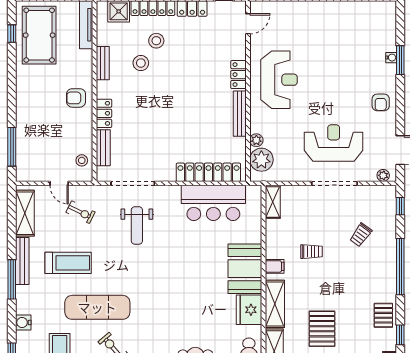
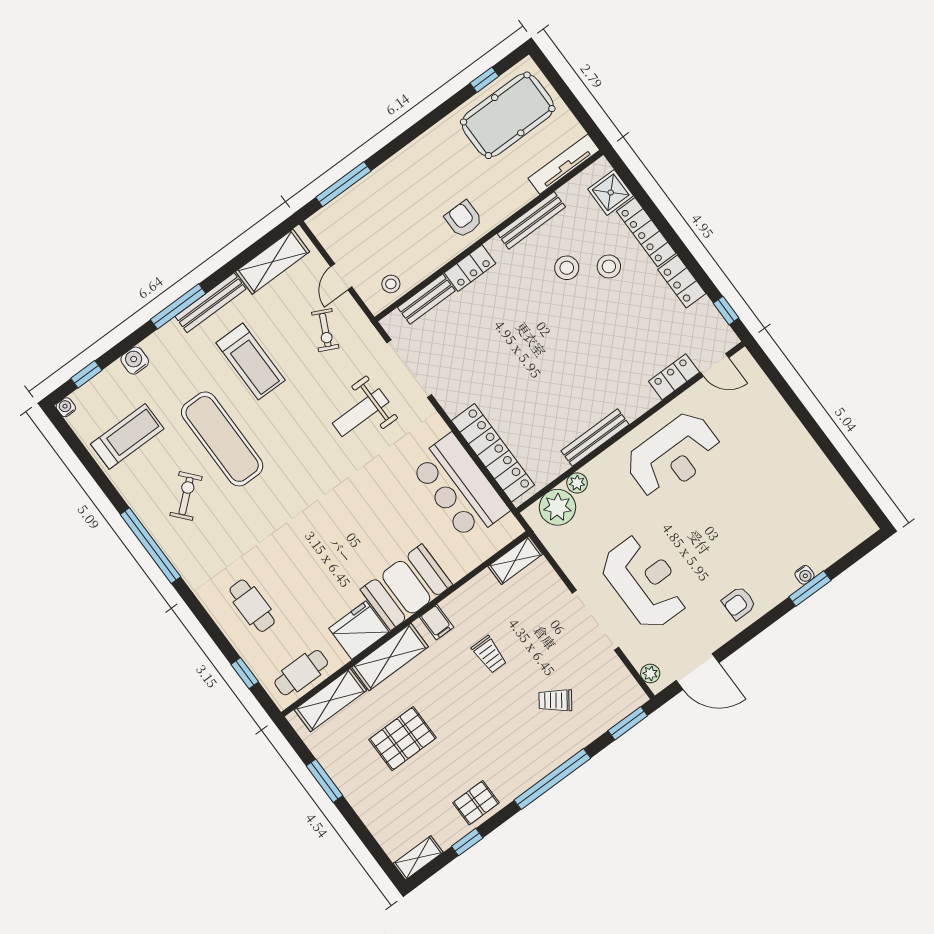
bench: (103, 63) -> (531, 220), width x1.36
locker: (238, 75) -> (674, 377), moved
window: (400, 206) -> (628, 723), width x1.50

